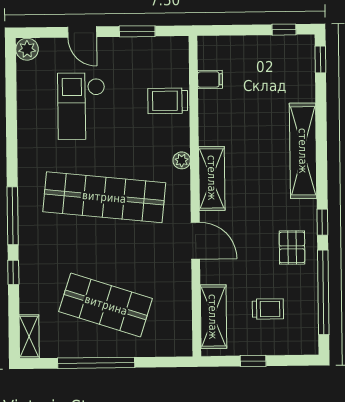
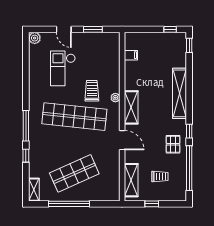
trolley: (168, 101) -> (92, 91), moved, turned 90
shop shelf: (106, 305) -> (74, 173), turned -42

